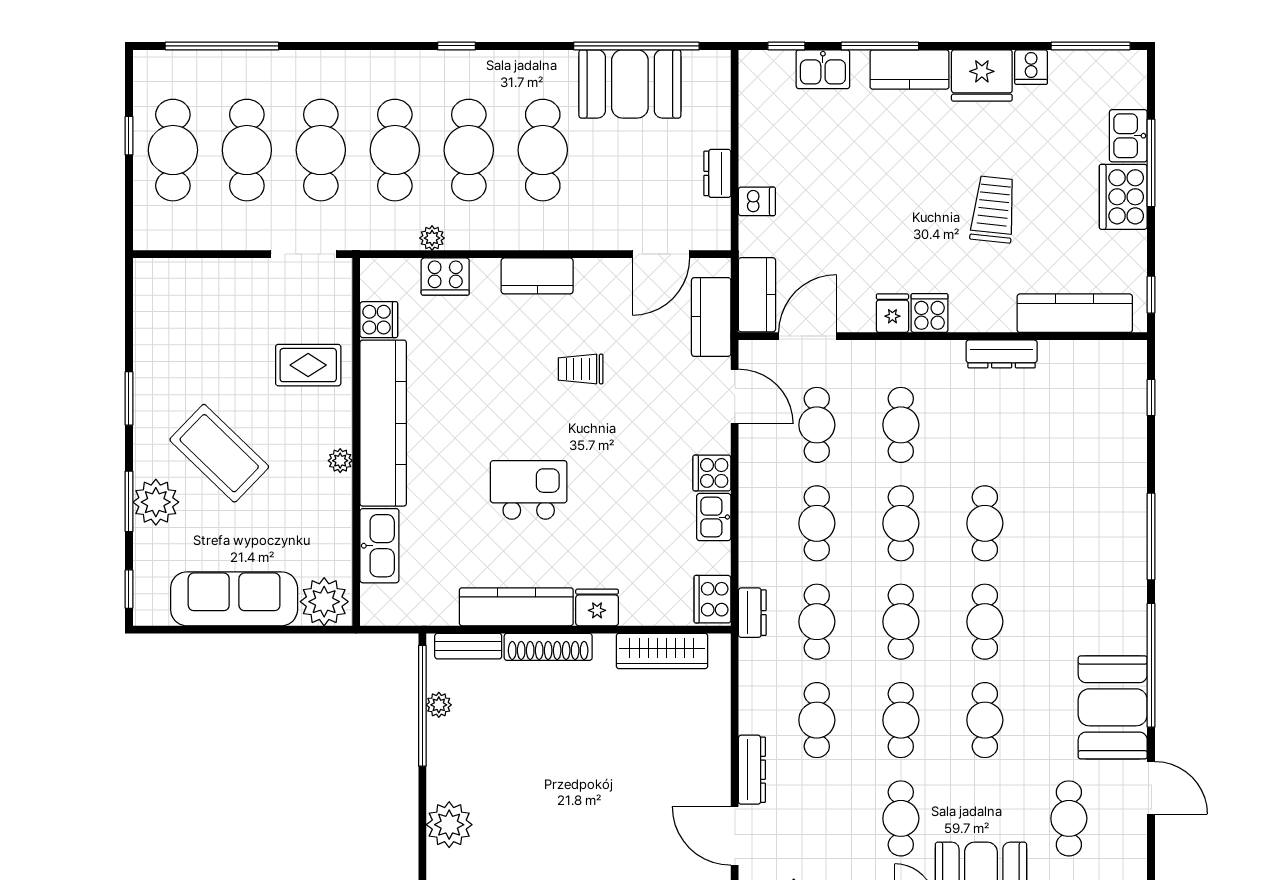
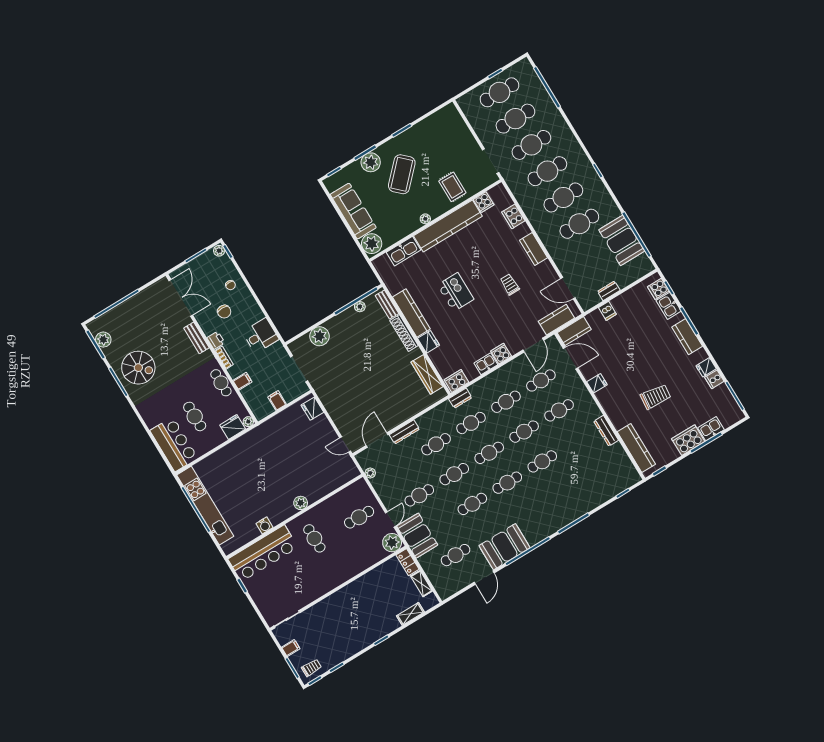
fridge: (982, 76) -> (706, 367), width x0.53, depth x0.75
plant: (432, 238) -> (524, 203), removed
cooker: (930, 313) -> (658, 289), moved, turned 180

